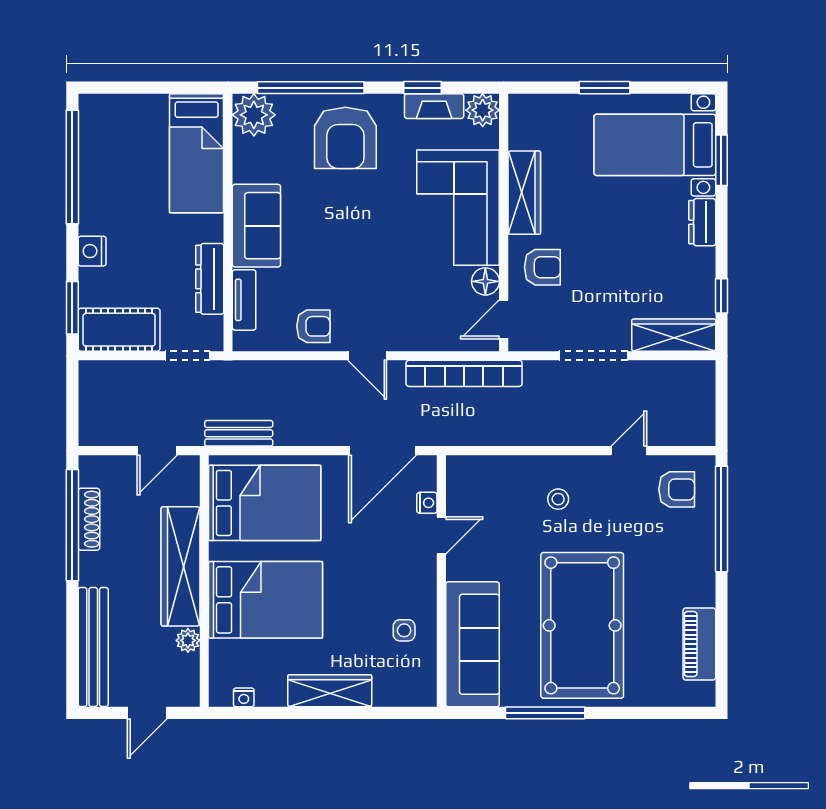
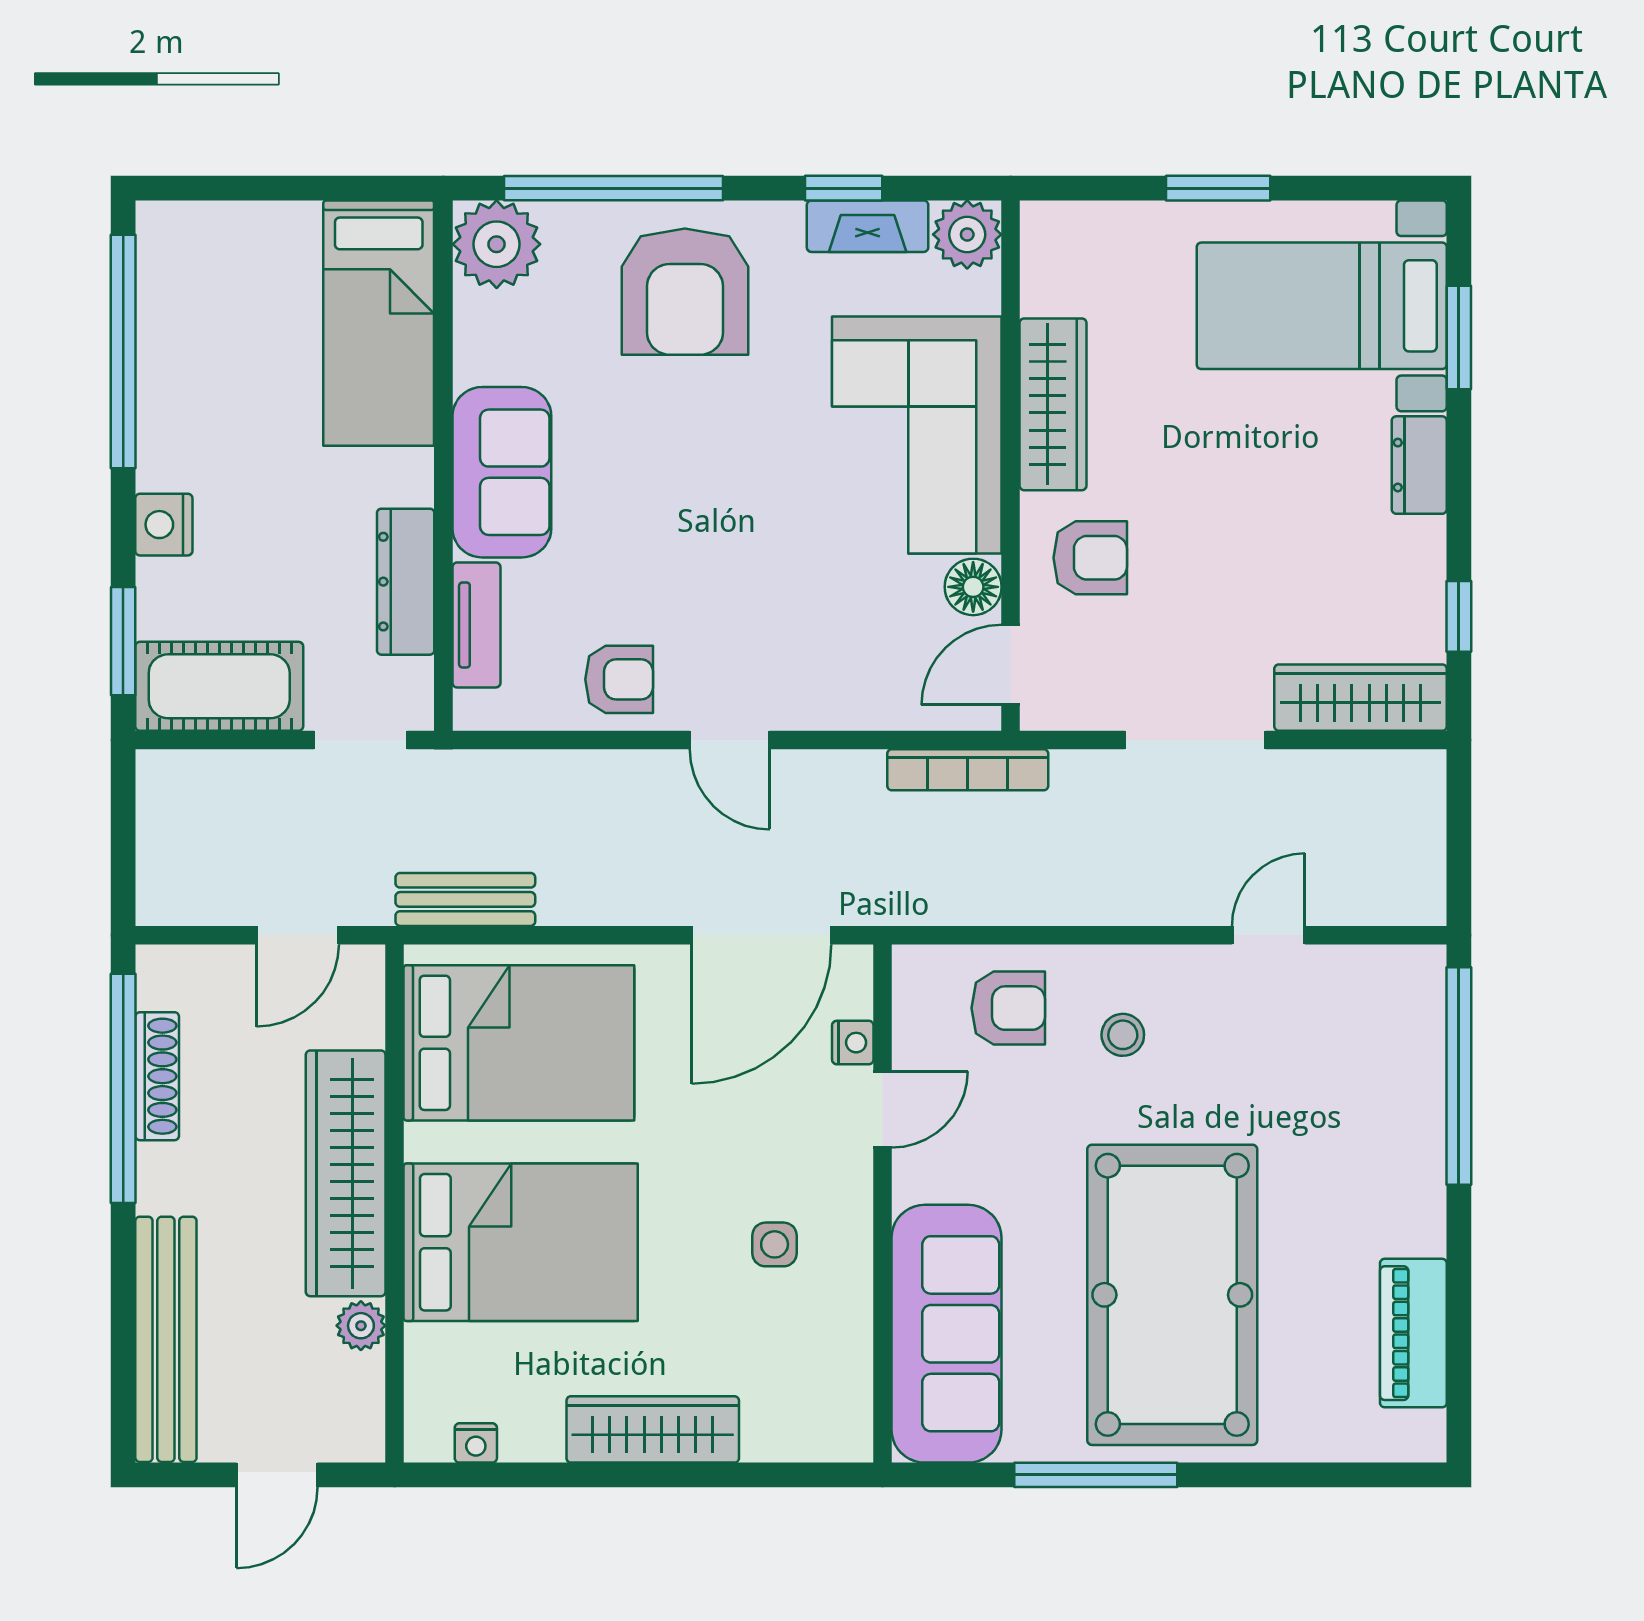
bookcase: (464, 373) -> (968, 770), width x0.68, depth x0.76
armchair: (677, 489) -> (1008, 1008), moved
side table: (404, 630) -> (775, 1244), moved

